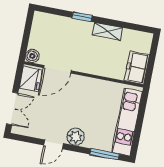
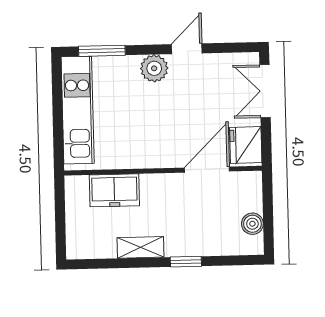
boiler: (32, 56) -> (252, 224), moved
freezer: (137, 68) -> (114, 190), moved, turned 90

